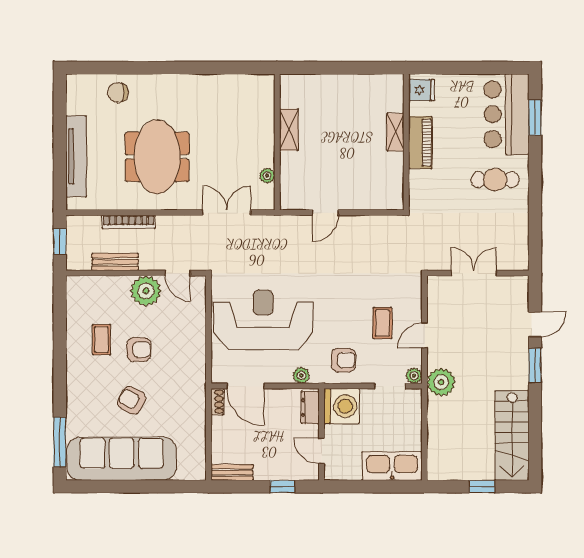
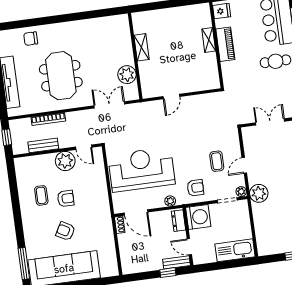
plant: (267, 176) -> (127, 75), width x1.88, depth x1.88
bench: (232, 472) -> (176, 262), moved

